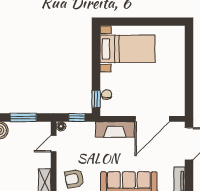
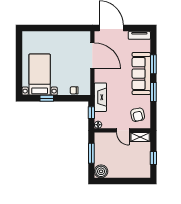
window: (96, 99) -> (47, 98), moved
fireplace: (115, 129) -> (100, 97), moved
door: (54, 144) -> (123, 130), moved

